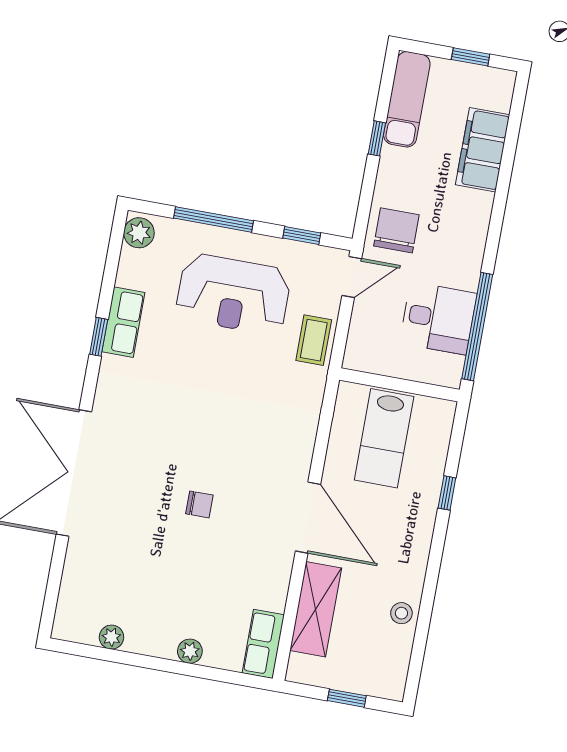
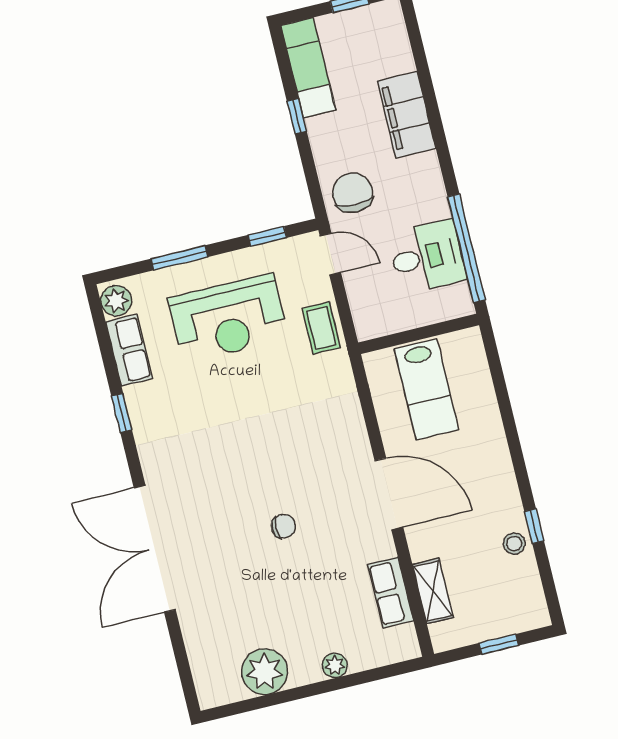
filing cabinet: (483, 150) -> (407, 115), moved
window: (214, 219) -> (179, 258), width x0.69
door: (352, 277) -> (330, 254), hinge flipped
row of seats: (123, 322) -> (129, 350), moved
window: (447, 493) -> (534, 526), moved
shelving: (316, 609) -> (433, 591), width x0.67, depth x0.75
plant: (111, 637) -> (265, 672), width x1.87, depth x1.87
row of seats: (263, 644) -> (391, 593), moved

